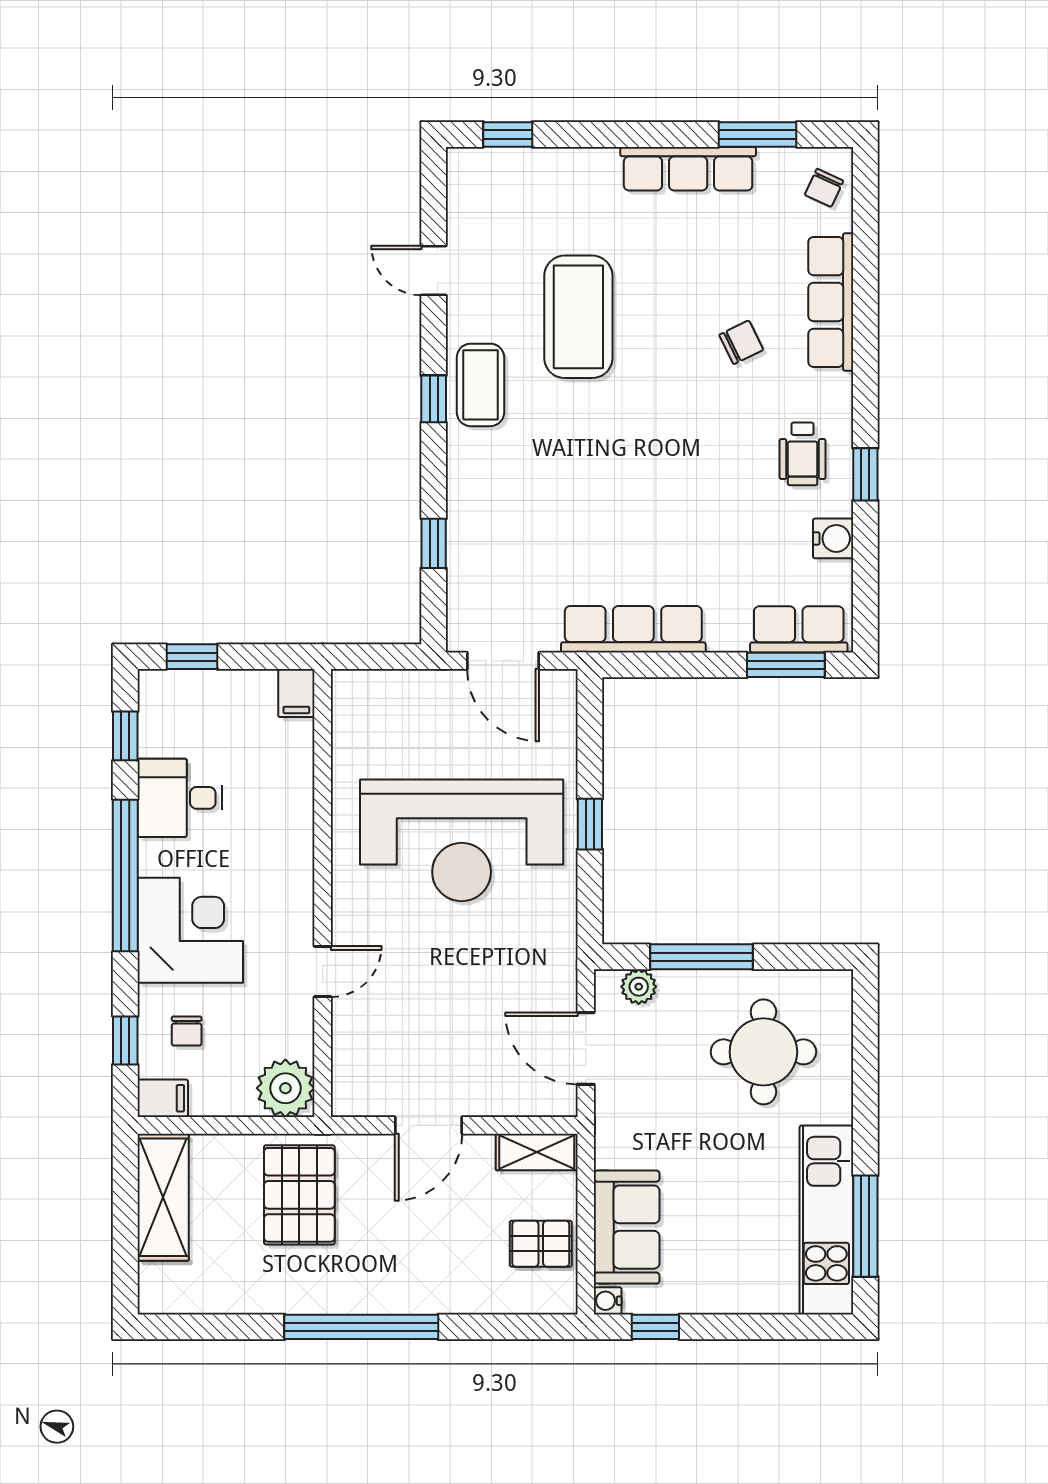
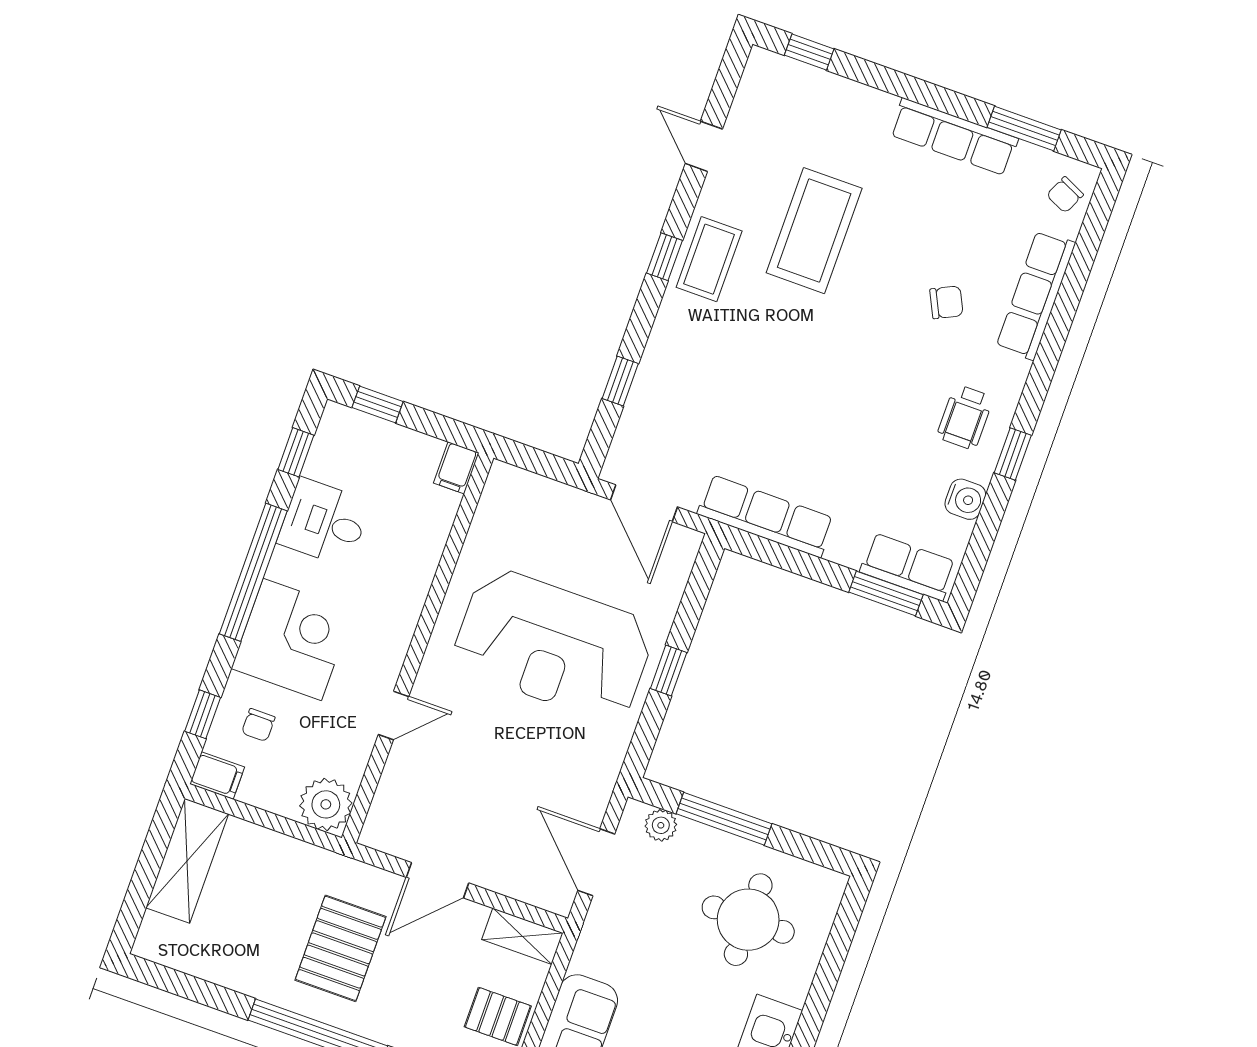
pallet: (299, 1195) -> (341, 948), moved

